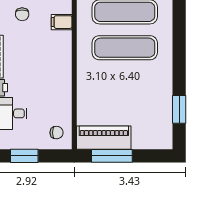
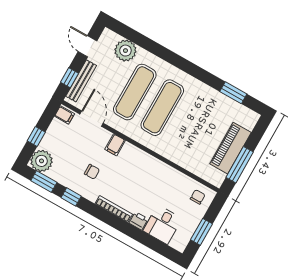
piano: (104, 138) -> (230, 148), moved

